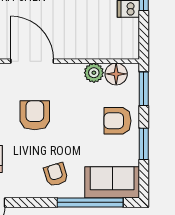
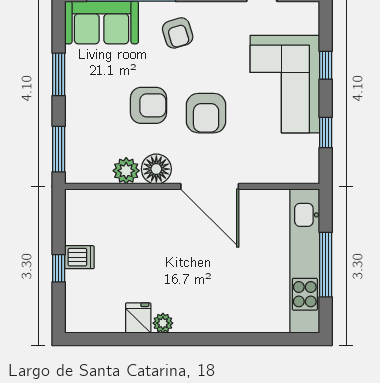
floor lamp: (116, 74) -> (156, 169), moved
armchair: (117, 121) -> (148, 105), moved

